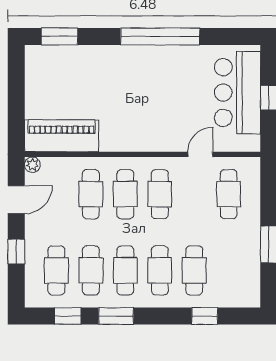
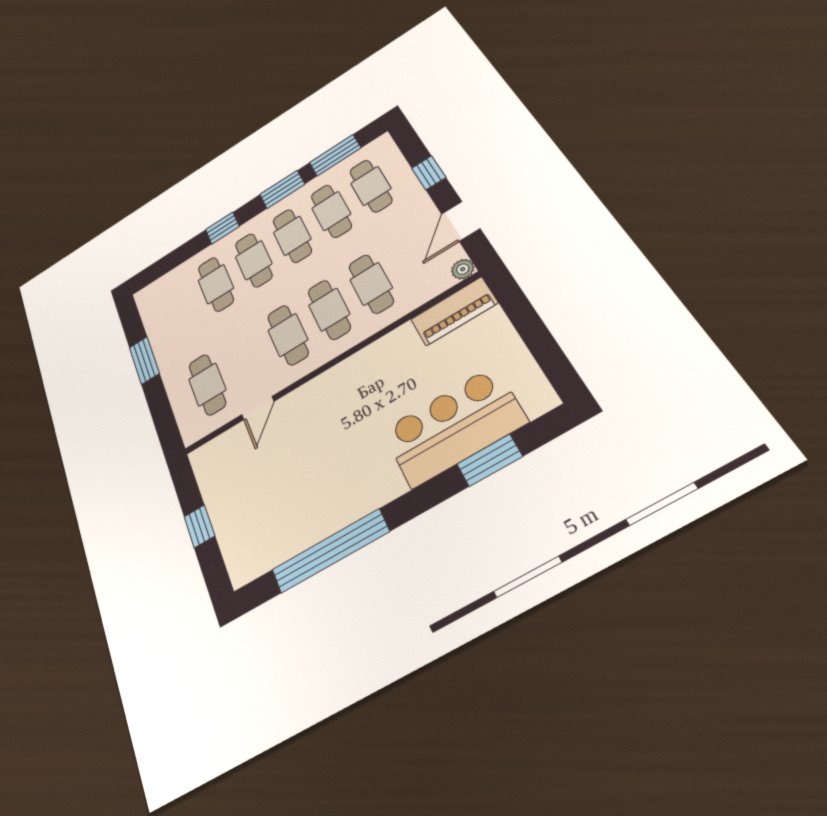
window: (59, 36) -> (490, 460), moved
window: (160, 36) -> (330, 551), moved
bar counter: (238, 93) -> (454, 426), moved, turned -90
piano: (62, 136) -> (454, 311), width x0.73, depth x0.75
window: (68, 316) -> (335, 155), width x1.50
window: (205, 316) -> (222, 228), moved

